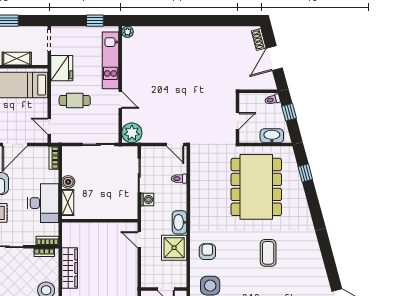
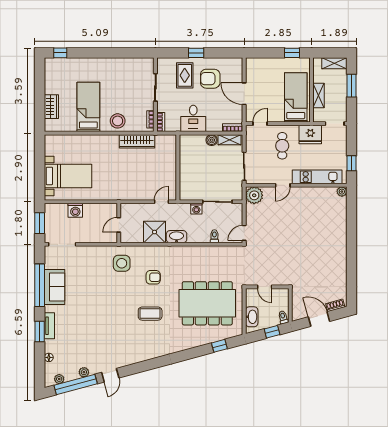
desk: (43, 203) -> (193, 118), width x0.73
shelving: (68, 203) -> (230, 140), moved
armchair: (207, 252) -> (153, 277), moved

